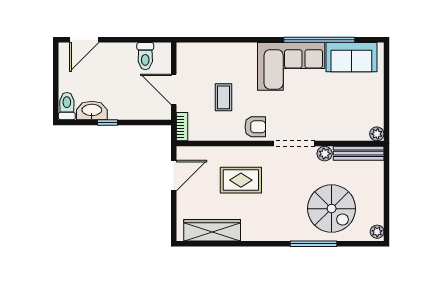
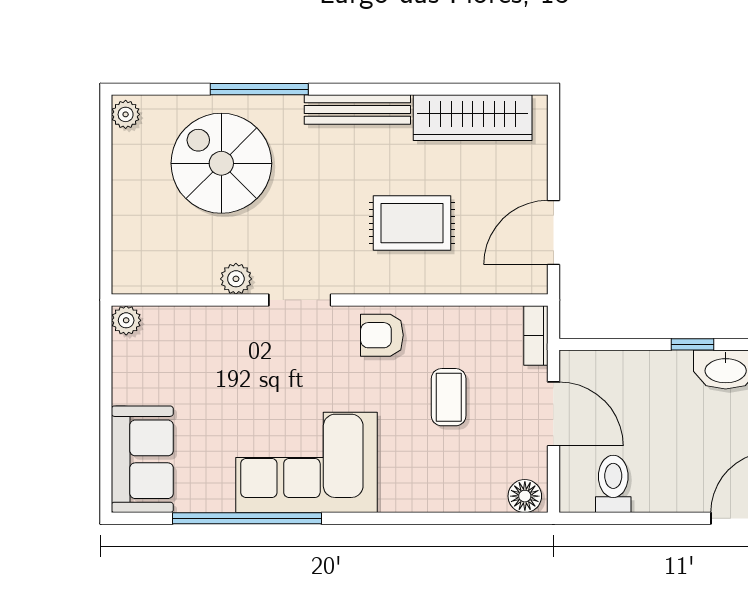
floor lamp: (187, 50) -> (525, 496), added
sofa: (351, 57) -> (142, 459), moved, turned 90
doorway: (294, 144) -> (300, 300), width x0.73
bench: (359, 153) -> (357, 110), moved

